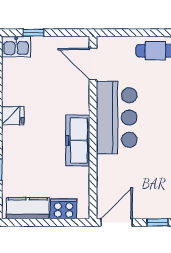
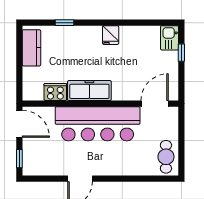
bar counter: (117, 118) -> (98, 124), width x1.36
cooker: (64, 209) -> (55, 92), moved, turned -90

